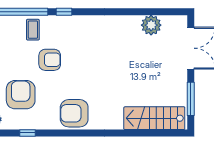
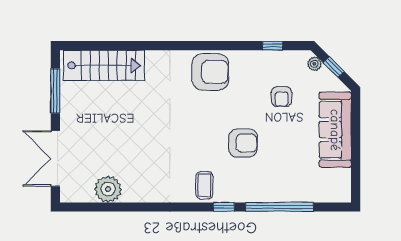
coffee table: (33, 30) -> (204, 185), moved
armchair: (50, 60) -> (243, 143), turned 180
armchair: (21, 95) -> (282, 97), width x0.53, depth x0.53

